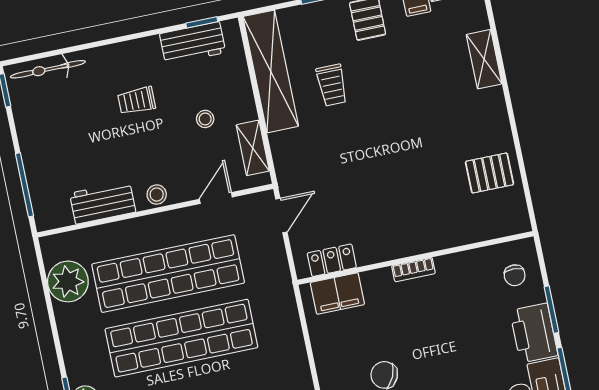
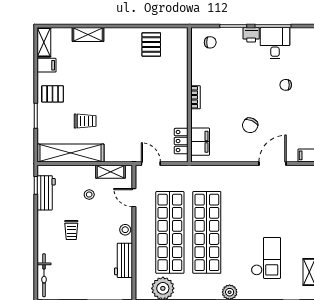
printer: (534, 333) -> (251, 35), width x0.53, depth x0.68

